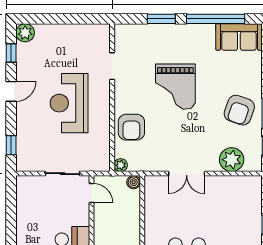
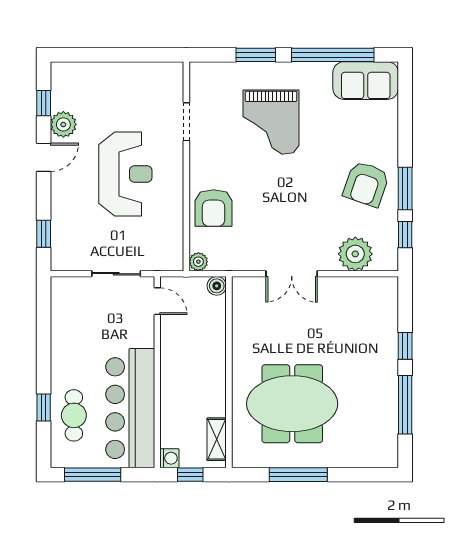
plant: (25, 33) -> (63, 124), moved
grand piano: (175, 87) -> (271, 122), moved
reception desk: (69, 103) -> (125, 174), turned 180

